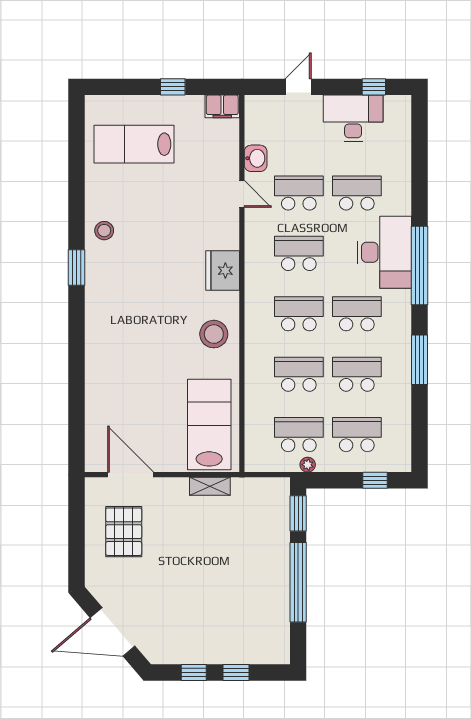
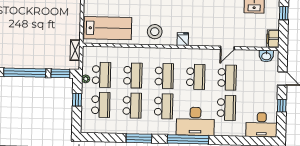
window: (374, 87) -> (282, 106), moved
desk: (353, 118) -> (262, 125), moved, turned 90
washbasin: (256, 158) -> (266, 56), moved
fridge: (223, 271) -> (183, 39), width x0.53, depth x0.75
window: (375, 480) -> (77, 100), moved
shelving: (210, 486) -> (75, 50), moved

